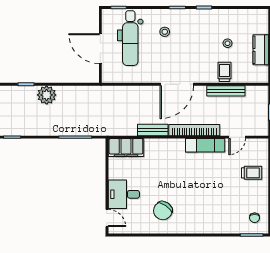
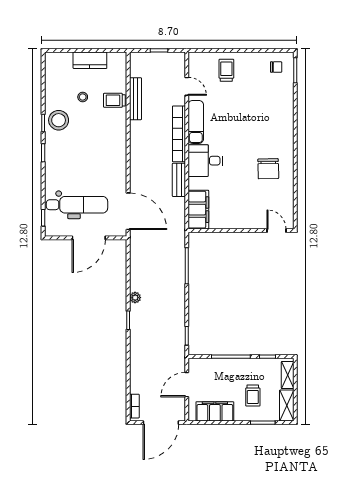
stool: (165, 32) -> (59, 120), moved, width x1.89, depth x1.89
door: (177, 84) -> (128, 211), moved
plant: (47, 95) -> (135, 298), width x0.53, depth x0.53
desk: (124, 194) -> (205, 161), moved, turned 90
chair: (163, 211) -> (268, 169), turned 54
door: (107, 218) -> (276, 231), hinge flipped

